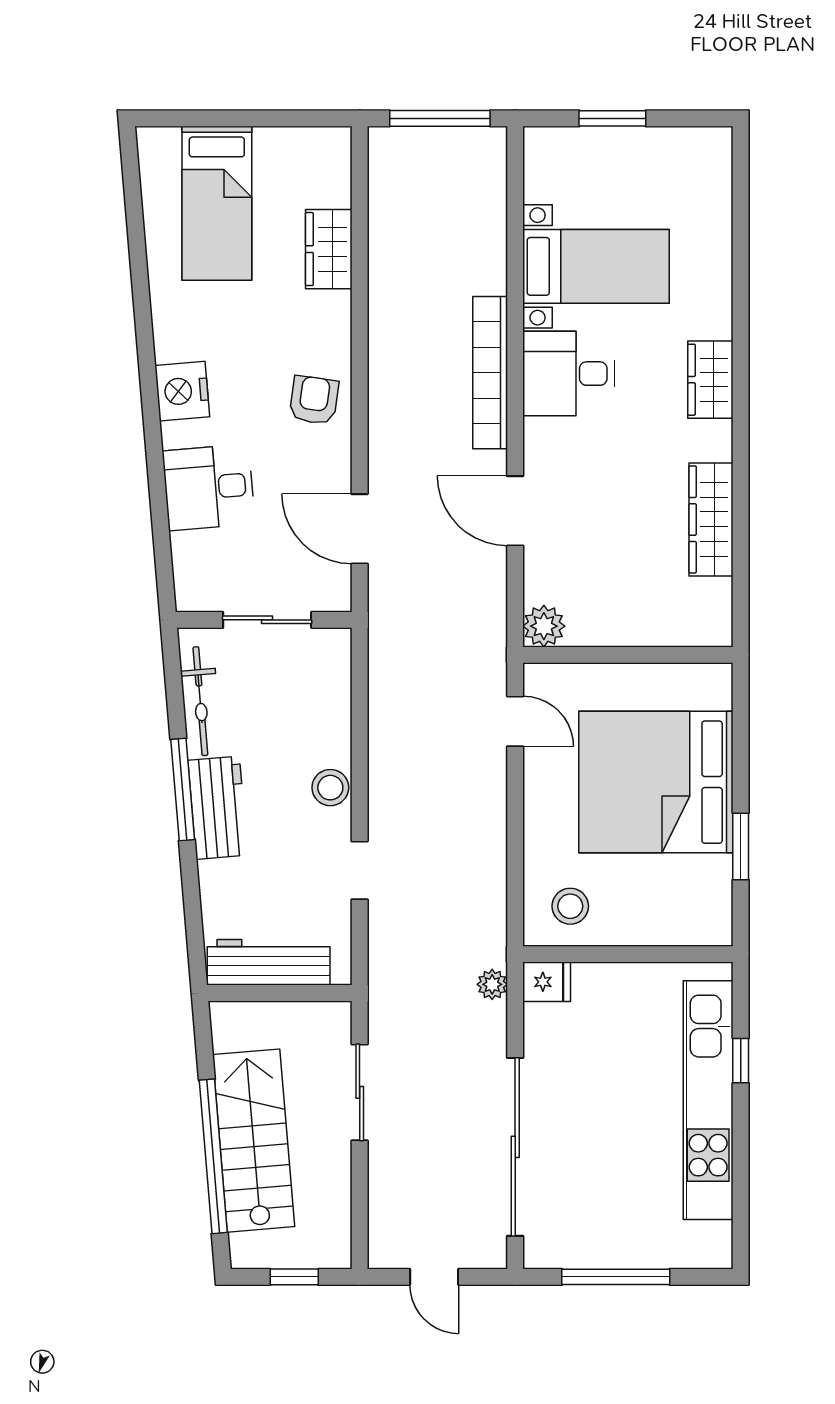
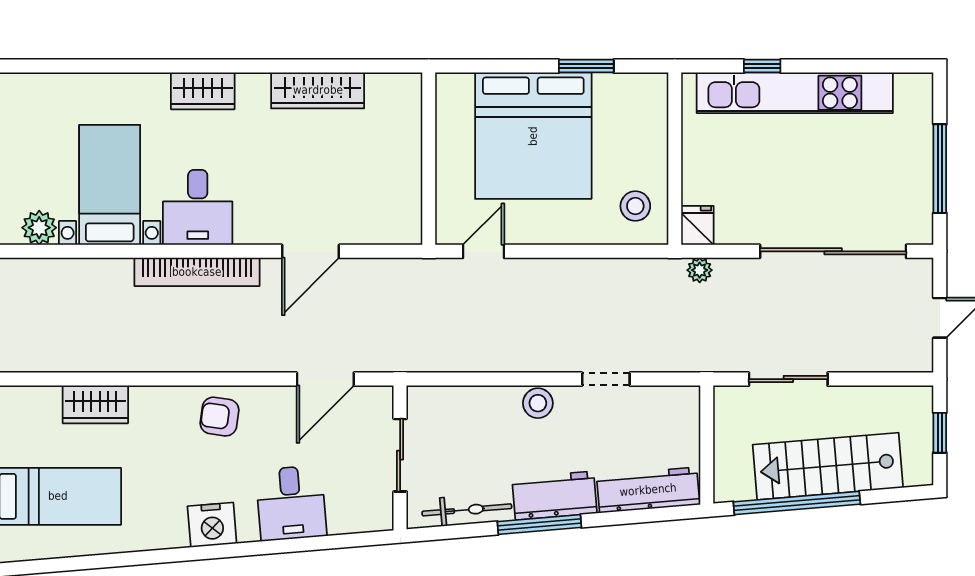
plant: (544, 626) -> (39, 228), moved
workbench: (269, 962) -> (648, 490), moved, turned 85
window: (213, 1156) -> (797, 503), moved

